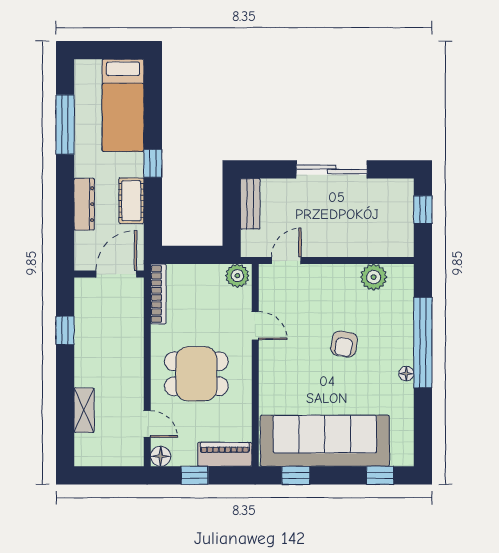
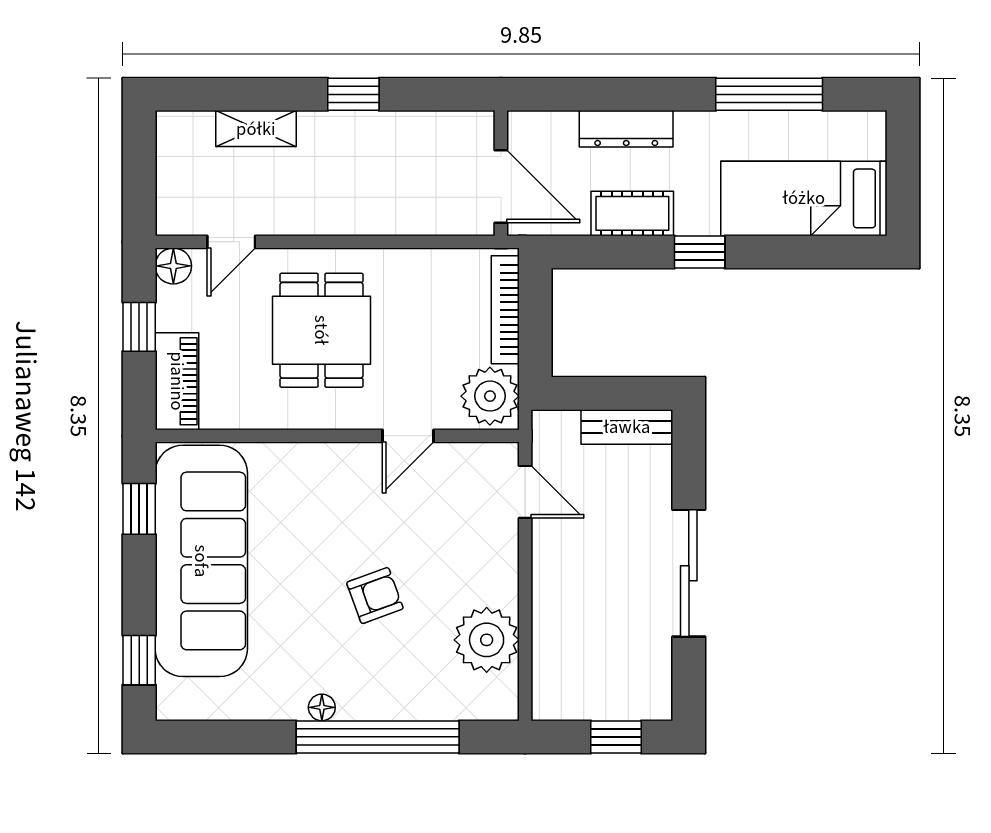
plant: (237, 276) -> (490, 396), width x1.36, depth x1.36
plant: (374, 277) -> (487, 640), width x1.36, depth x1.36
bookcase: (158, 294) -> (505, 310), moved, turned 90
window: (65, 330) -> (353, 94), moved
armchair: (344, 344) -> (375, 596), turned 151

